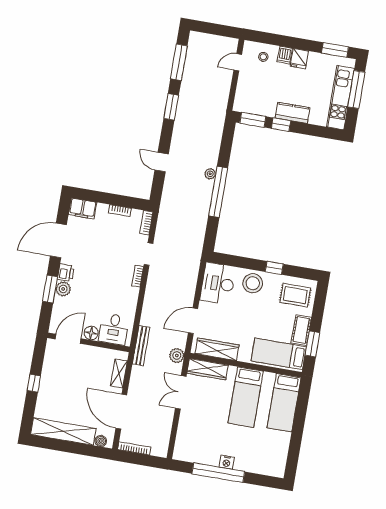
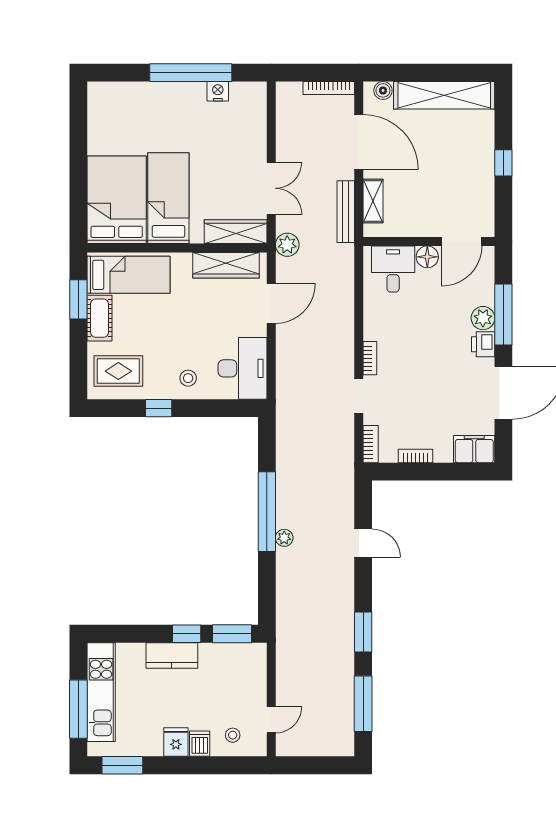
stool: (253, 283) -> (188, 378), width x0.53, depth x0.53
window: (50, 289) -> (503, 314), width x1.44
bench: (141, 346) -> (346, 212), moved
bed: (284, 403) -> (117, 200), width x1.50
nightstand: (227, 462) -> (218, 91), moved

